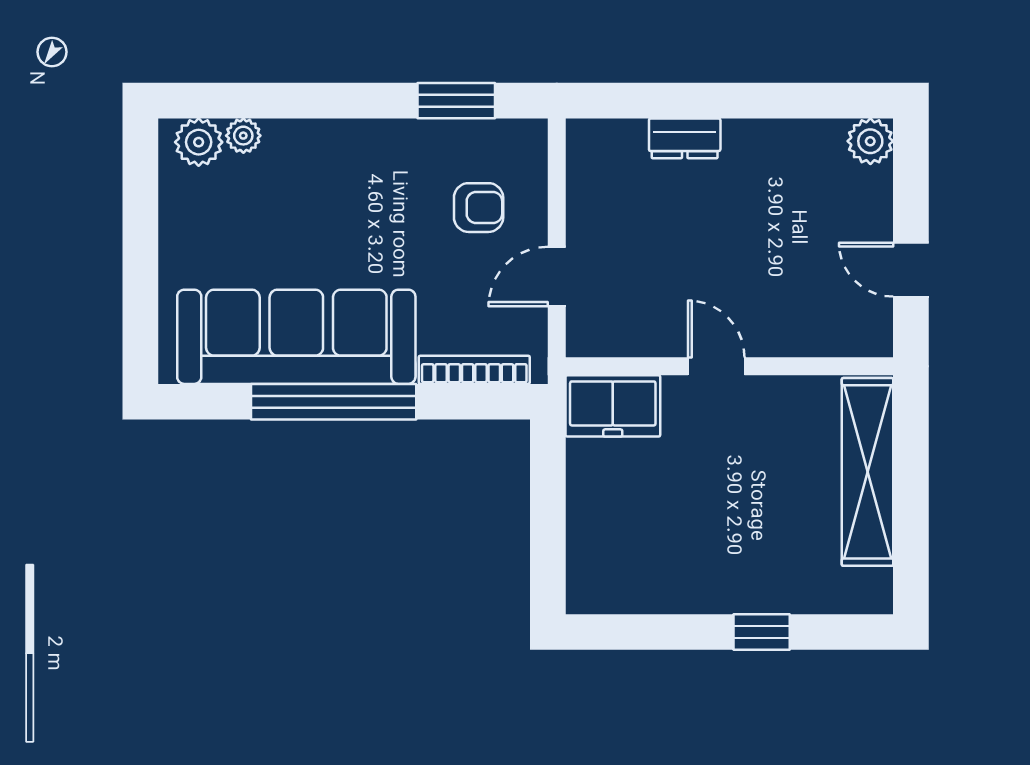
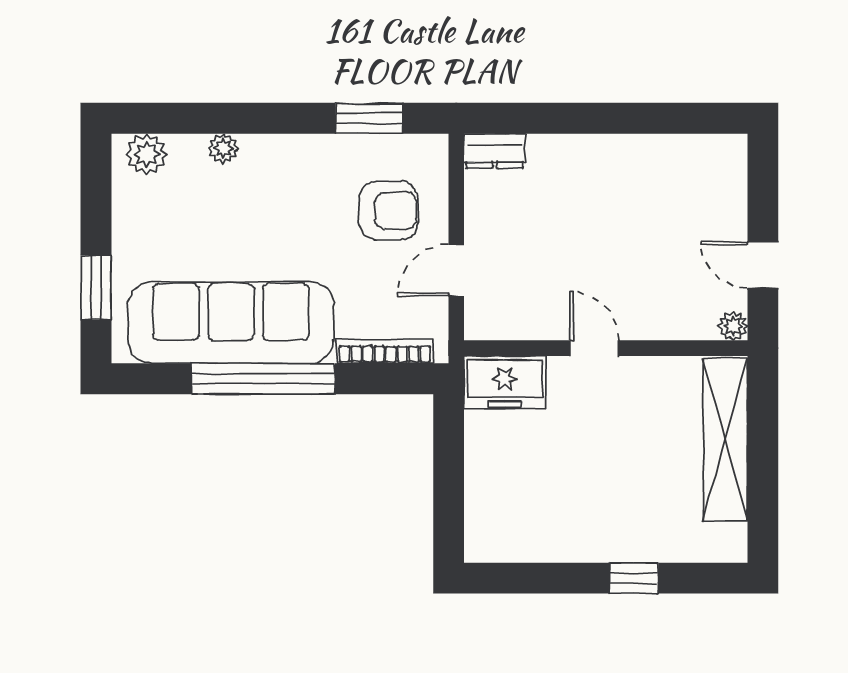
plant: (243, 136) -> (223, 148), moved
dresser: (685, 138) -> (495, 151), moved
plant: (870, 141) -> (733, 326), moved, width x0.73, depth x0.73
armchair: (479, 208) -> (389, 211), width x1.38, depth x1.38
window: (140, 296) -> (96, 288), added

